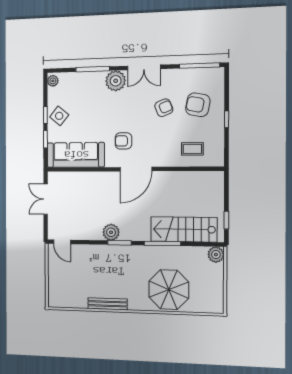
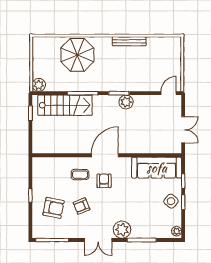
double door: (144, 67) -> (98, 240), swing flipped
armchair: (123, 141) -> (104, 181), moved, turned -90
coffee table: (192, 149) -> (80, 175), moved
door: (62, 242) -> (169, 93), hinge flipped

